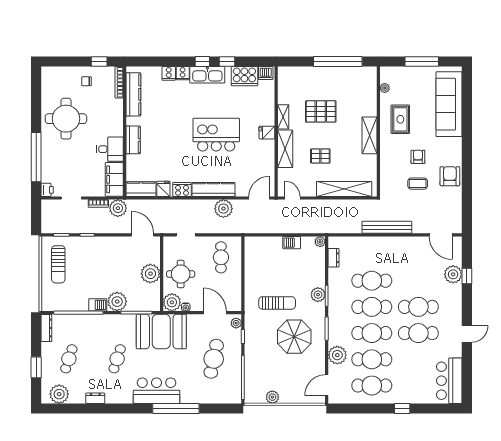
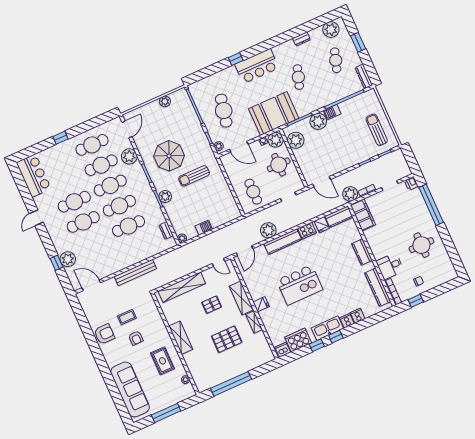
round table: (66, 119) -> (421, 245), width x0.73, depth x0.73
desk: (110, 149) -> (390, 266), moved
armchair: (450, 176) -> (104, 334), turned -90
plant: (150, 274) -> (296, 140), moved
window: (176, 408) -> (236, 59), width x0.32

